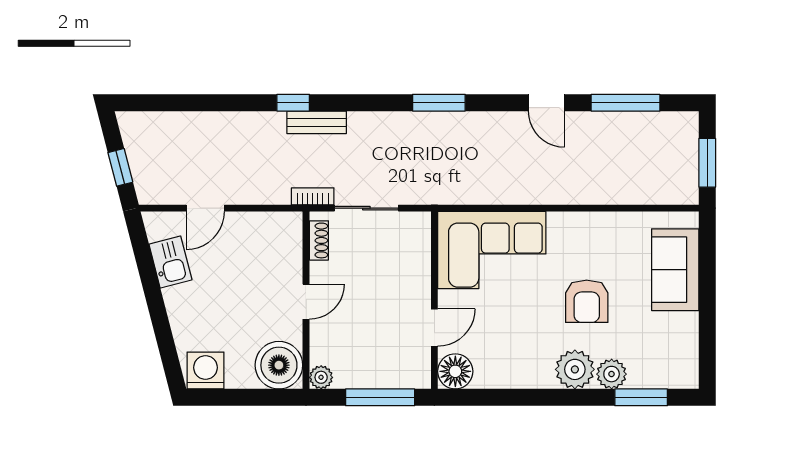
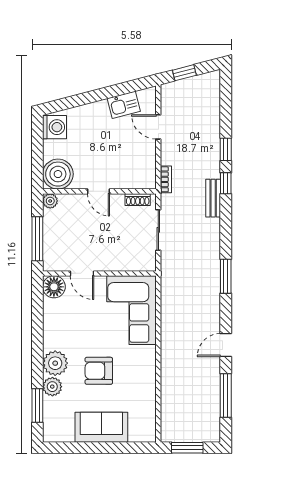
window: (240, 103) -> (226, 149), added
bookcase: (313, 196) -> (166, 179), moved
sofa: (675, 270) -> (101, 427), moved

